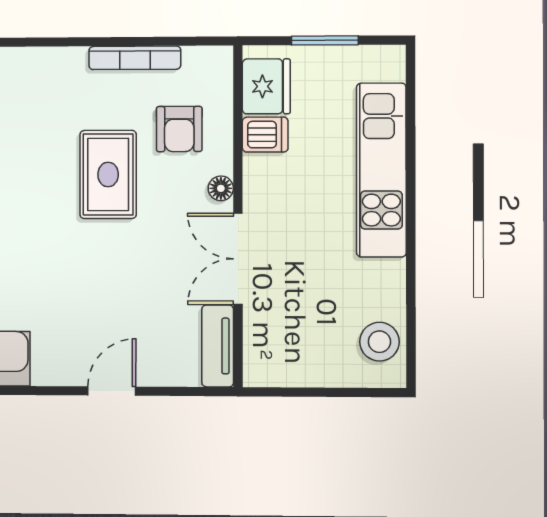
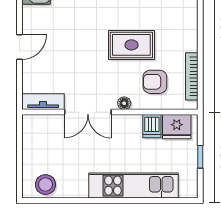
window: (325, 40) -> (200, 157), width x0.67
bookcase: (135, 58) -> (192, 76), moved
double door: (238, 259) -> (88, 112), swing flipped
door: (112, 391) -> (20, 47), hinge flipped

